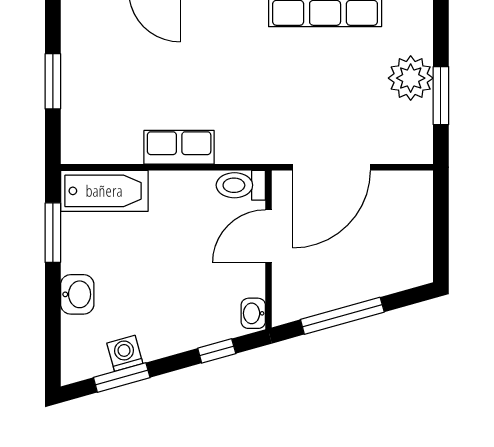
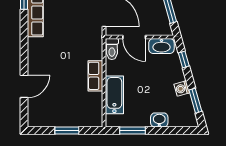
bathtub: (104, 191) -> (114, 95), moved
washbasin: (253, 313) -> (161, 46), width x1.91, depth x1.45
washing machine: (125, 353) -> (182, 88), moved

